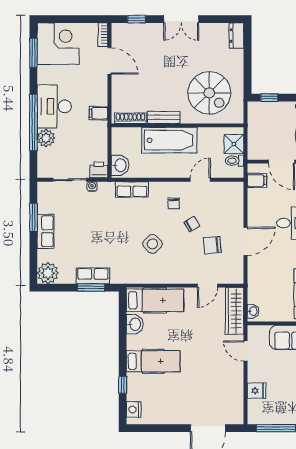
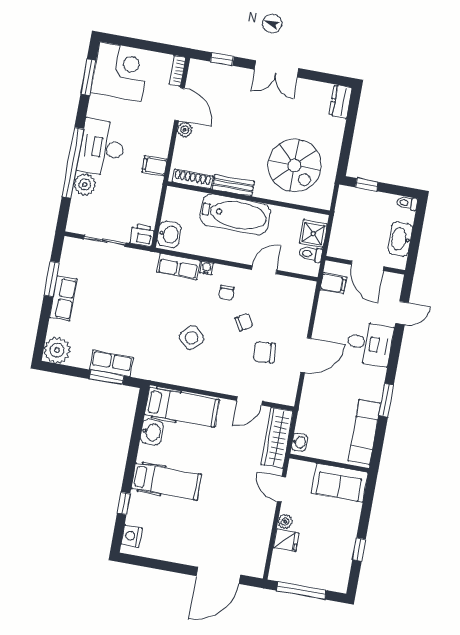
plant: (117, 80) -> (185, 130), added
water cooler: (92, 186) -> (207, 268), moved
plant: (253, 376) -> (285, 522), added

